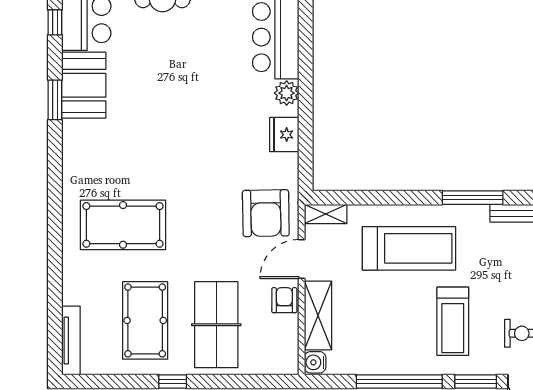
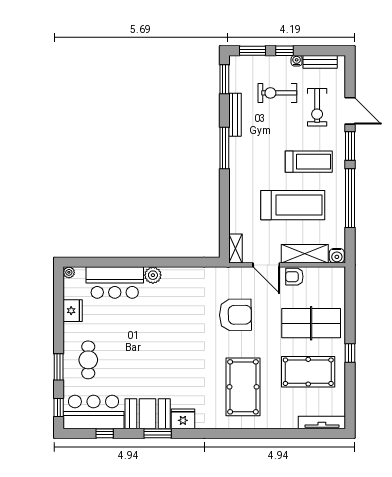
fridge: (284, 135) -> (183, 419), moved, turned 180
armchair: (266, 213) -> (235, 315), moved
treadmill: (409, 248) -> (293, 205), moved, turned 90

